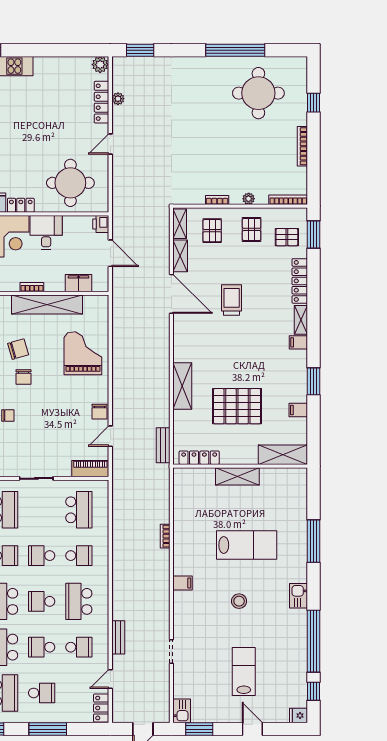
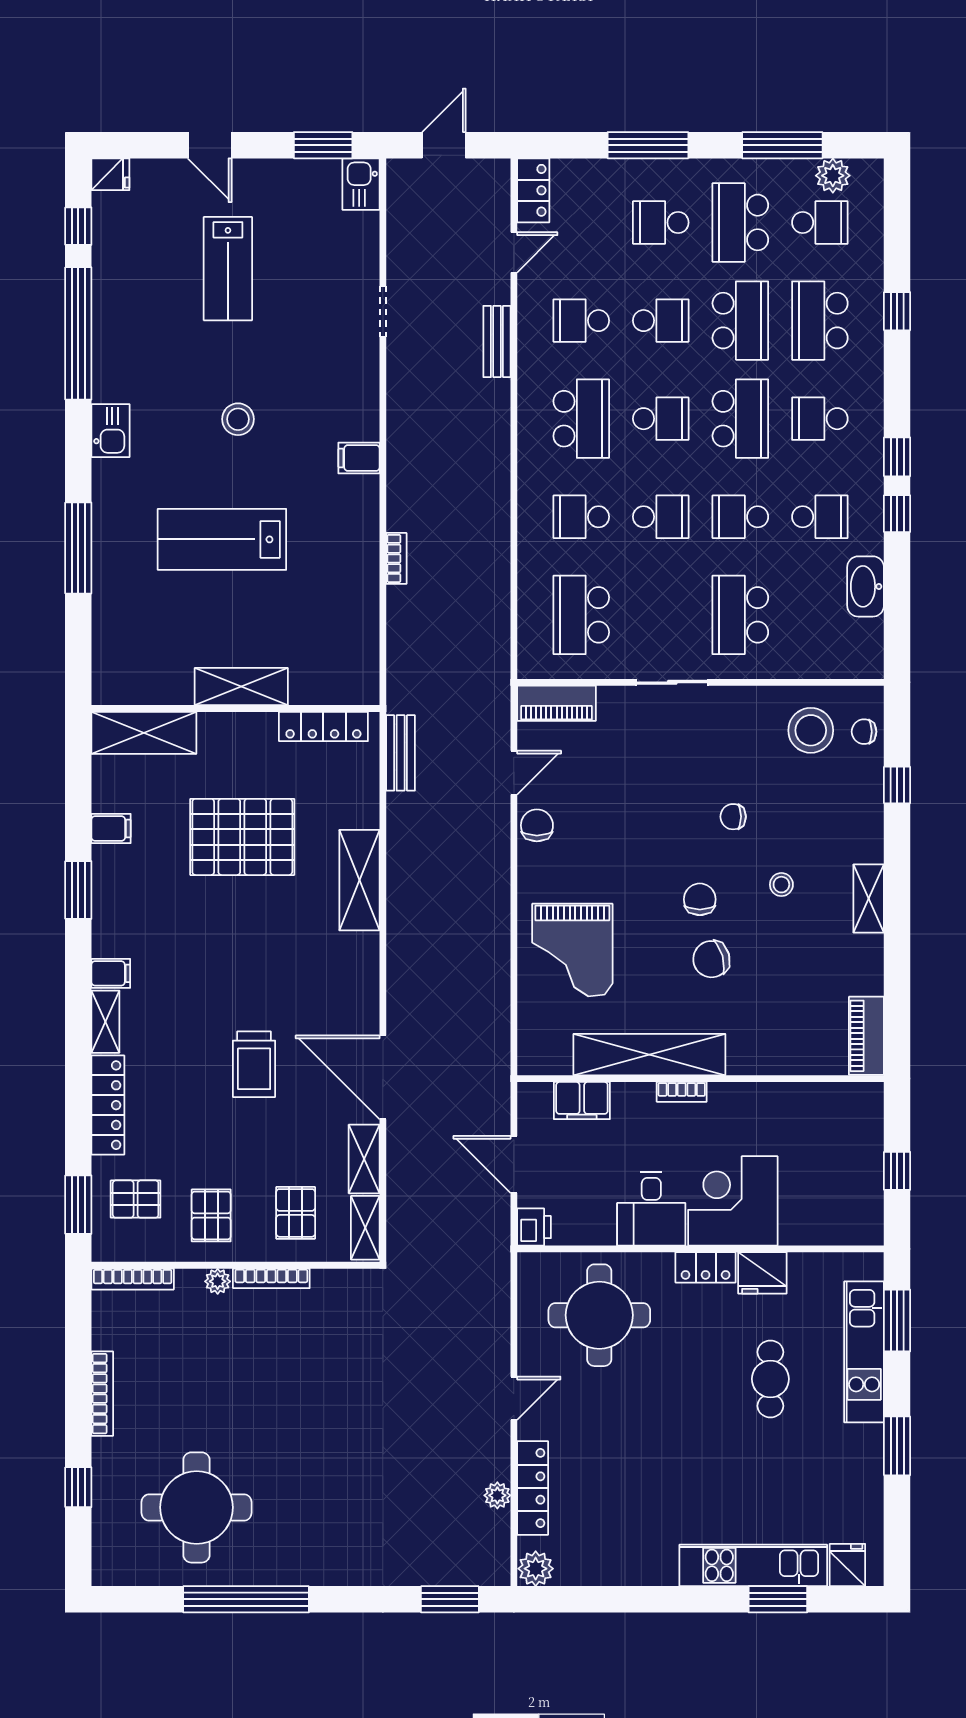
bookcase: (217, 200) -> (271, 1278), width x1.56

